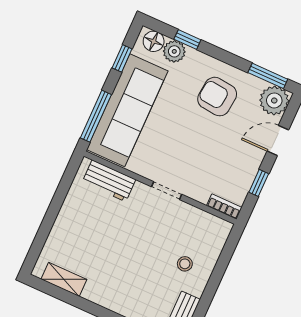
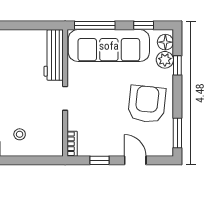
armchair: (217, 97) -> (147, 104), width x1.36, depth x1.36
plant: (274, 100) -> (162, 145), removed
workbench: (109, 181) -> (54, 55), width x1.38

